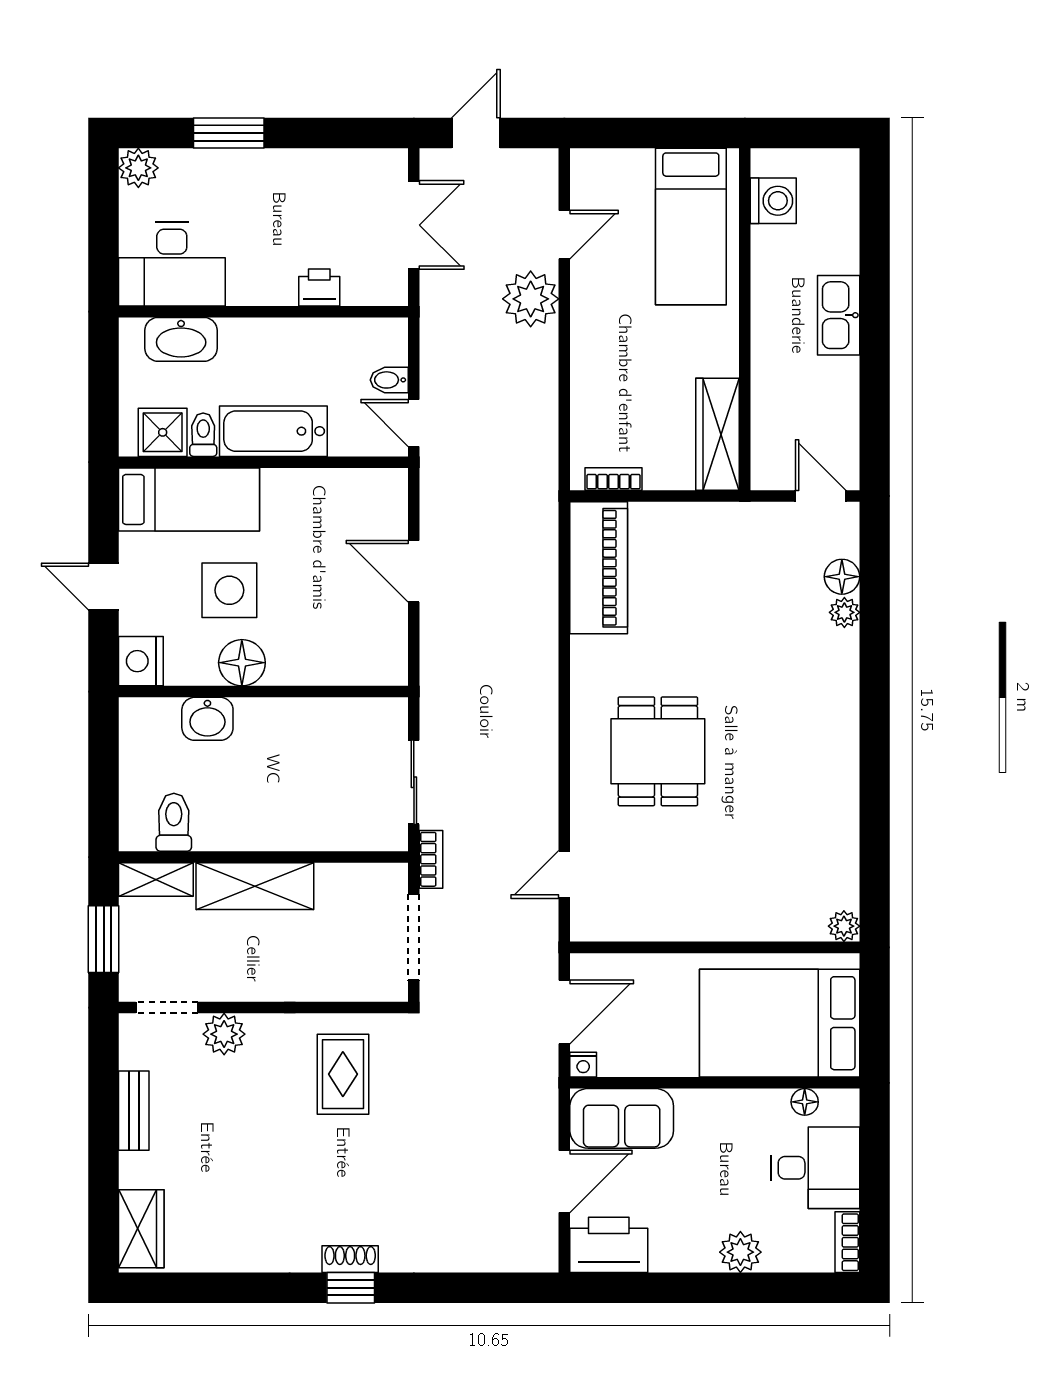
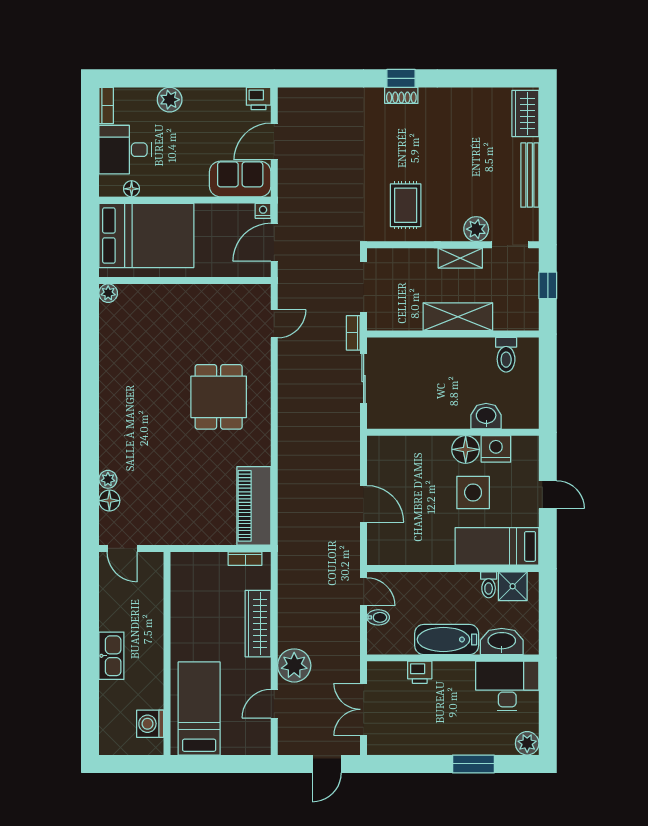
bathtub: (273, 431) -> (447, 639), moved, turned 180
wardrobe: (718, 434) -> (258, 624), moved, turned 180
nightstand: (141, 661) -> (496, 449), moved, turned -90
shelving: (156, 880) -> (460, 258), moved
window: (104, 939) -> (548, 285), width x0.67
bench: (134, 1111) -> (530, 175), width x1.36
printer: (609, 1245) -> (259, 99), width x0.53, depth x0.68

